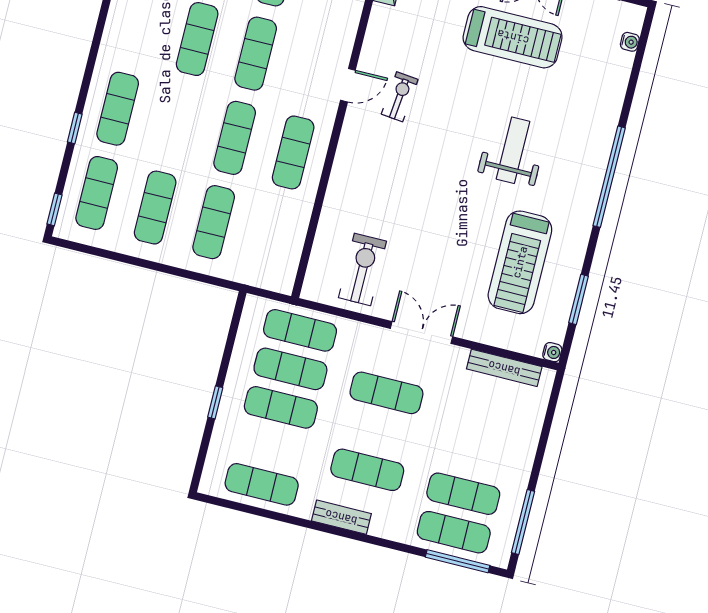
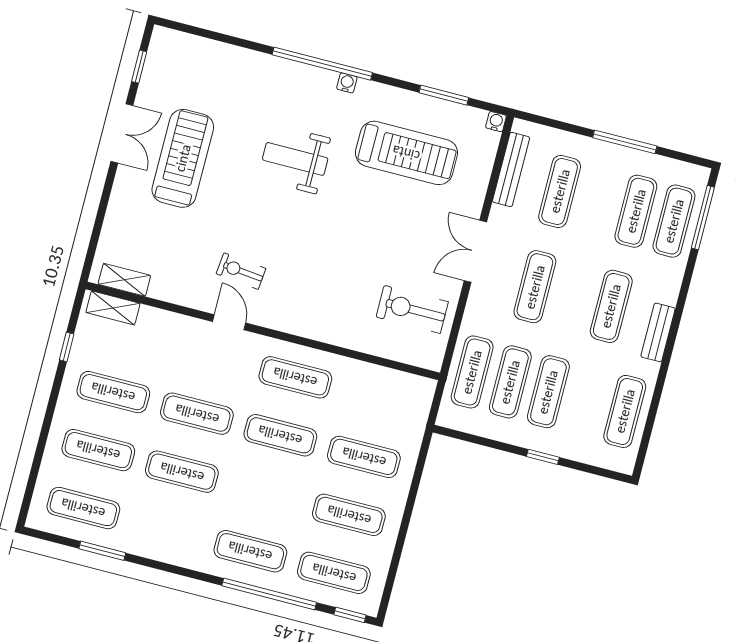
water cooler: (630, 42) -> (347, 83), moved
window: (75, 128) -> (269, 594), width x3.17
exercise mat: (482, 417) -> (560, 191), added
window: (523, 522) -> (625, 142), moved

